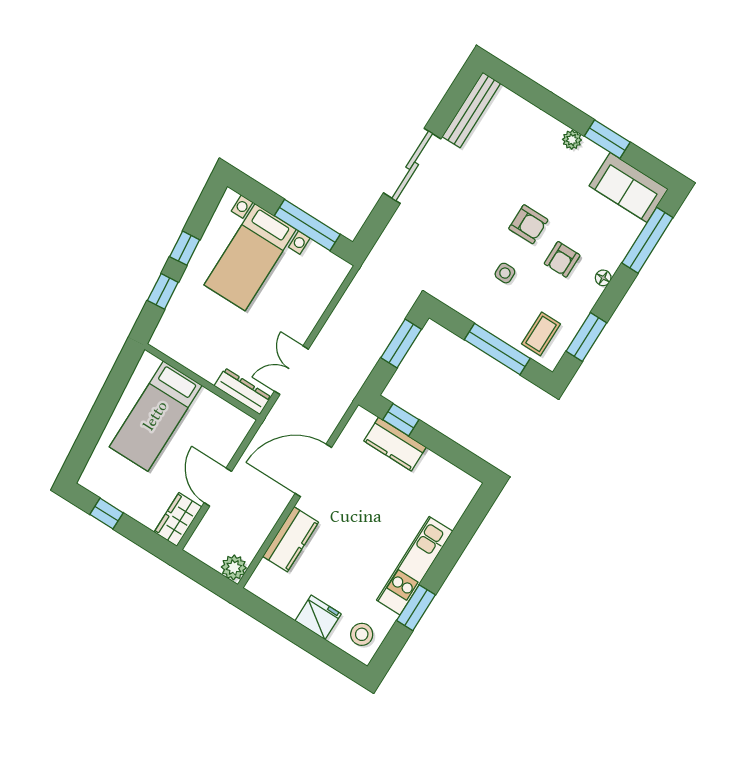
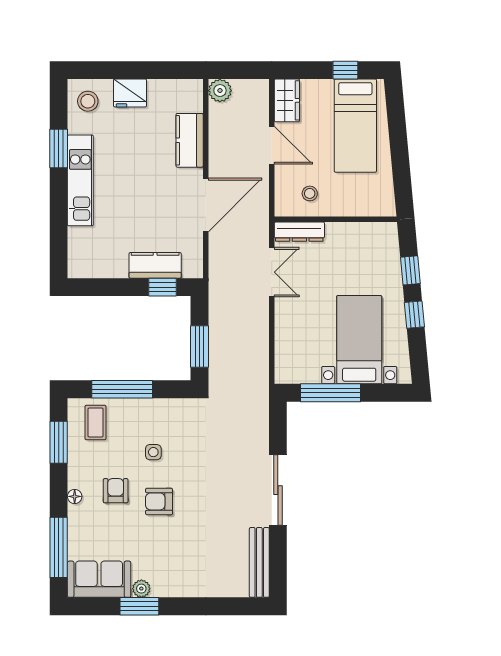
plant: (572, 140) -> (141, 589), moved
bed: (156, 416) -> (355, 126), moved, turned 180
stool: (211, 421) -> (310, 193), added

